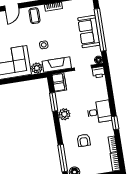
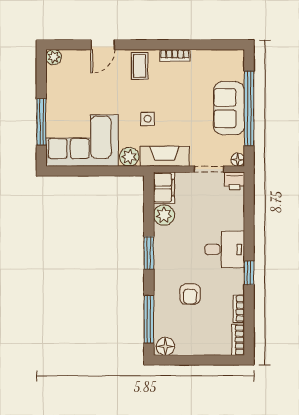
window: (54, 102) -> (149, 253), moved
plant: (64, 114) -> (164, 215), moved

